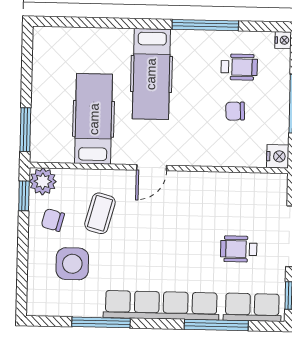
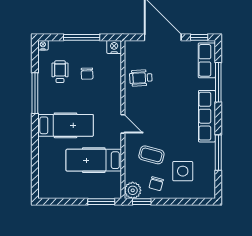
wheelchair: (239, 249) -> (141, 78), moved, turned 87
row of seats: (161, 305) -> (207, 116), width x0.73

